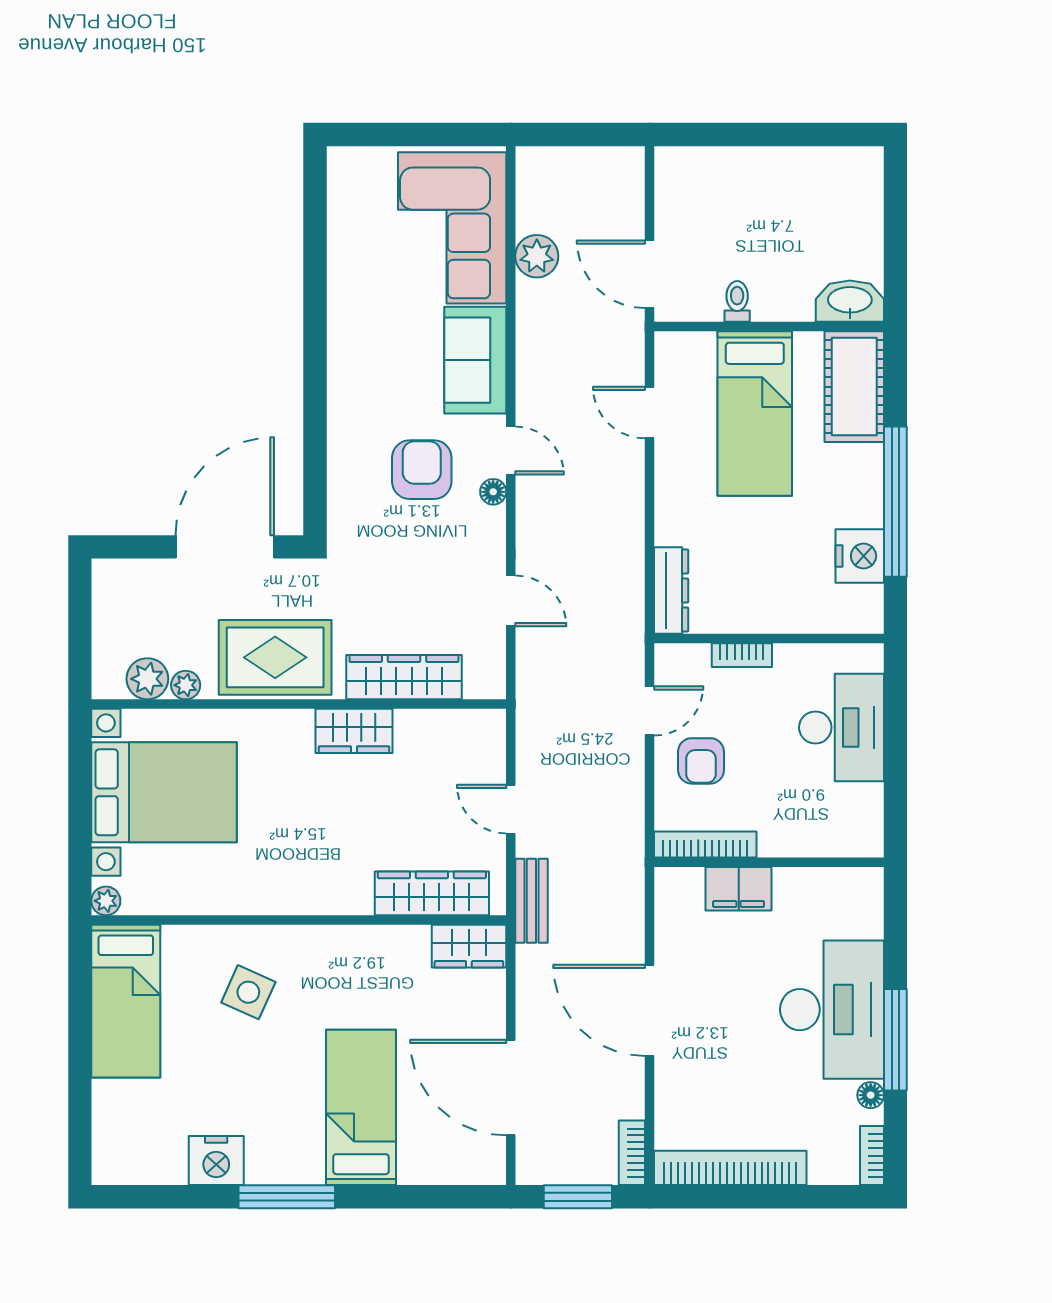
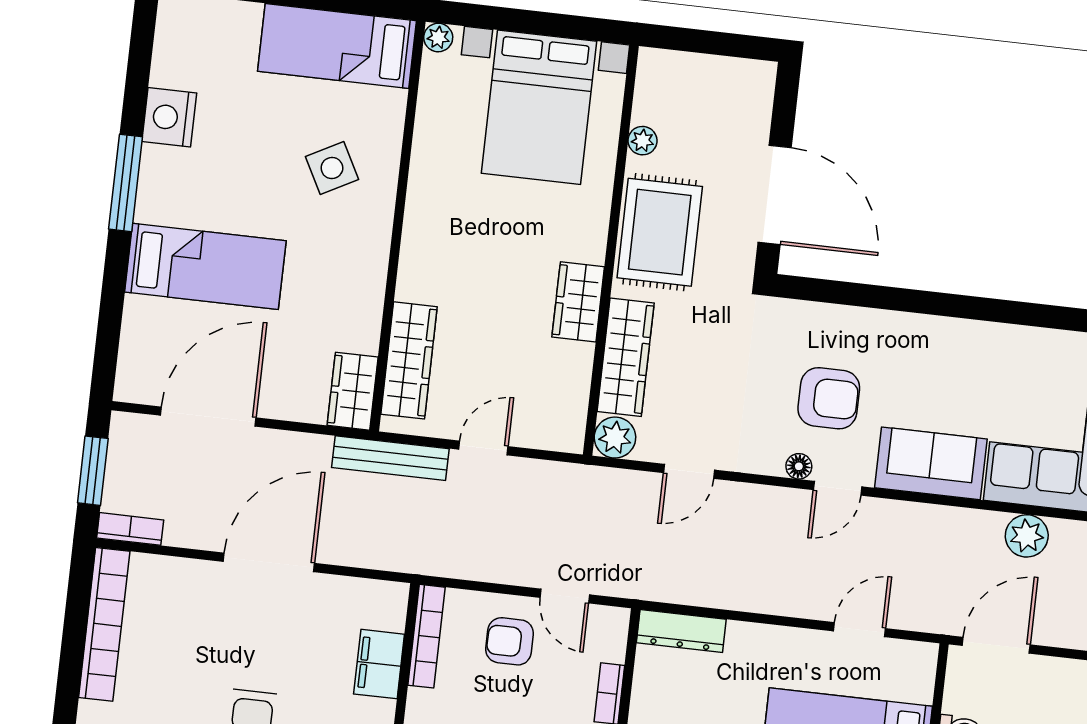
plant: (147, 679) -> (615, 438), moved
bench: (531, 901) -> (390, 458), width x1.36
side table: (248, 992) -> (332, 168), turned 38

